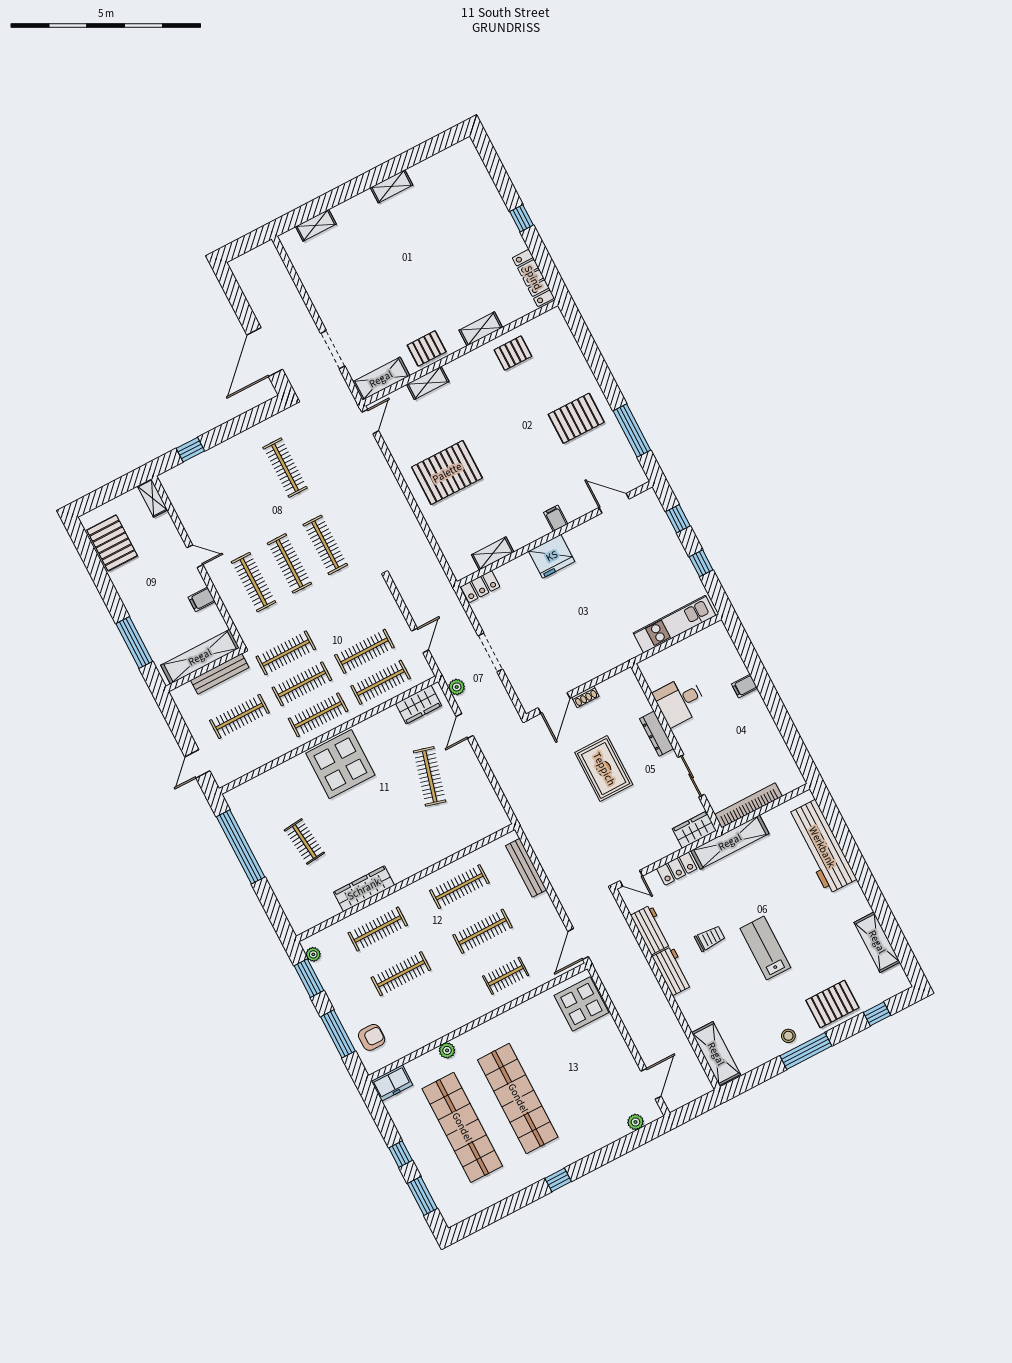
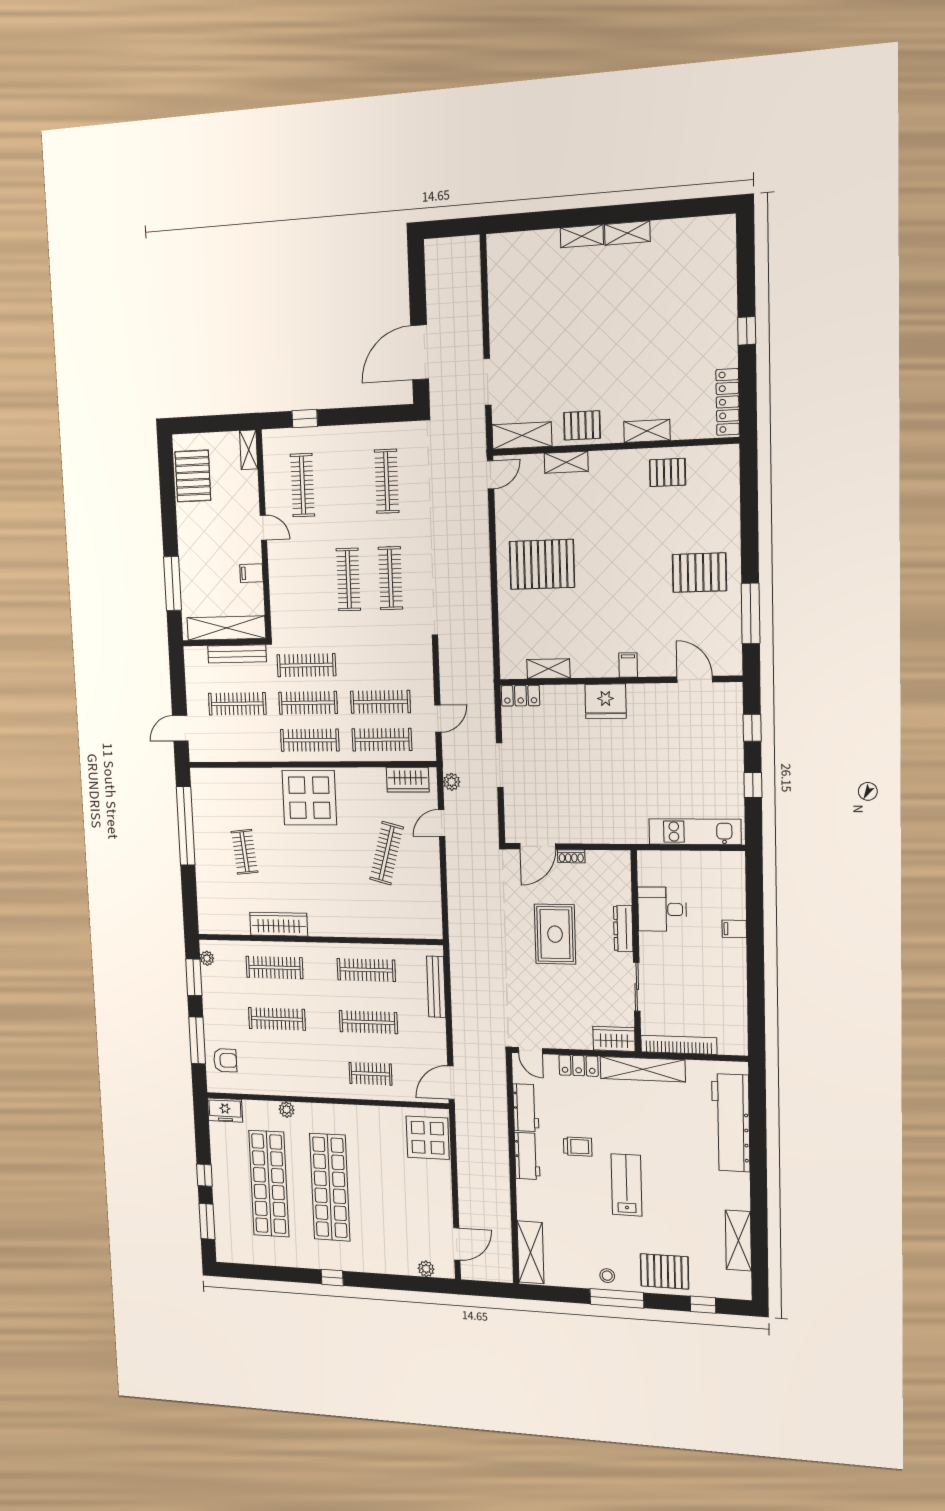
shelving: (316, 225) -> (582, 236), moved
clothes rail: (254, 582) -> (302, 485), moved

